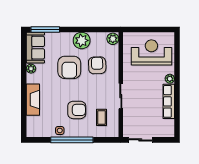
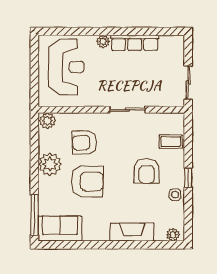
reception desk: (151, 52) -> (66, 67), turned 180
plant: (31, 69) -> (173, 235), moved
armchair: (77, 110) -> (146, 171), turned 180
coffee table: (101, 117) -> (171, 142), moved
window: (72, 140) -> (188, 178), width x0.32

